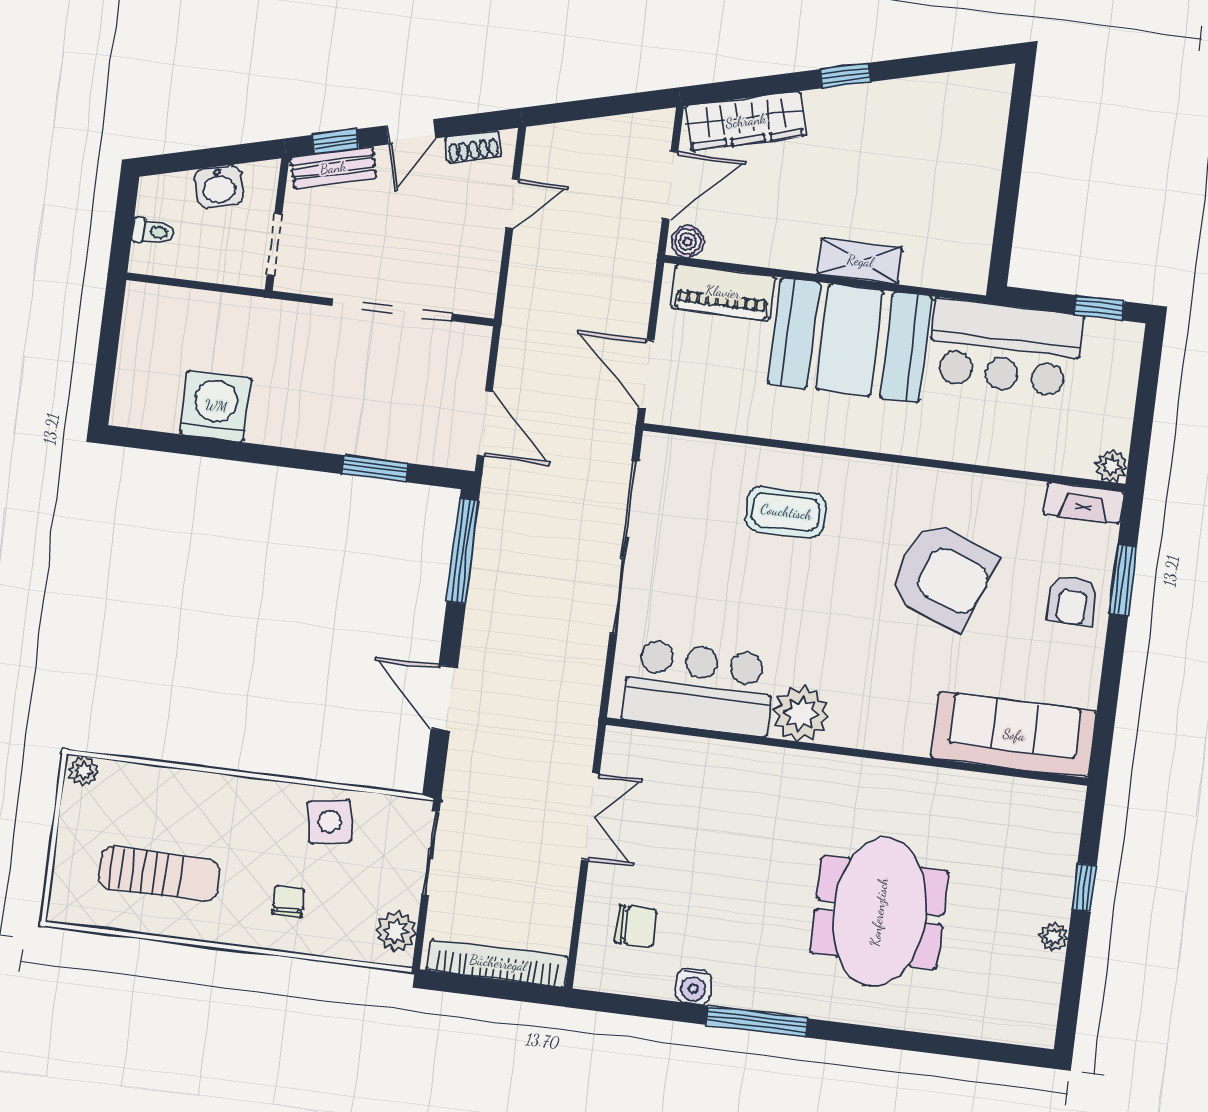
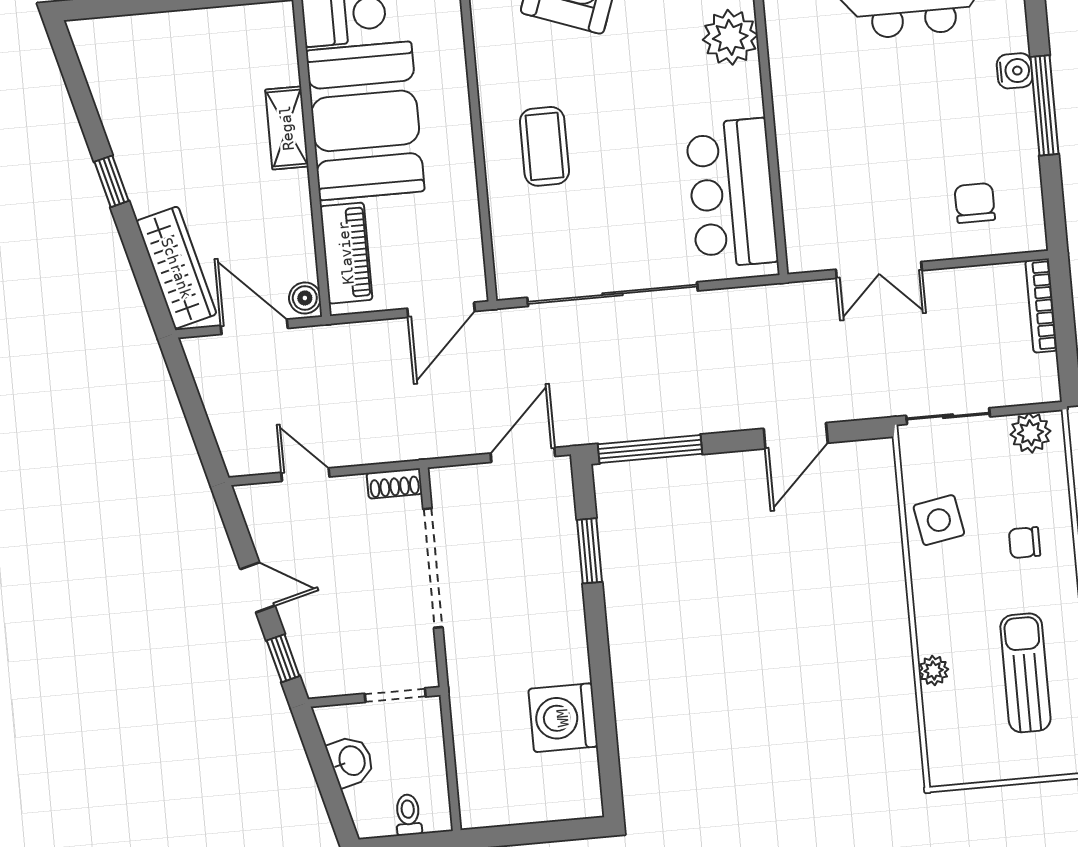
shoe rack: (473, 147) -> (394, 483), moved, turned 105
bench: (333, 168) -> (308, 655), removed
plant: (801, 713) -> (730, 37), moved
plant: (83, 771) -> (934, 670), moved
double door: (590, 817) -> (879, 270), swing flipped
bookcase: (498, 963) -> (1041, 306), width x0.68, depth x0.76
water cooler: (693, 986) -> (1015, 71), moved
window: (757, 1022) -> (1044, 105), moved

